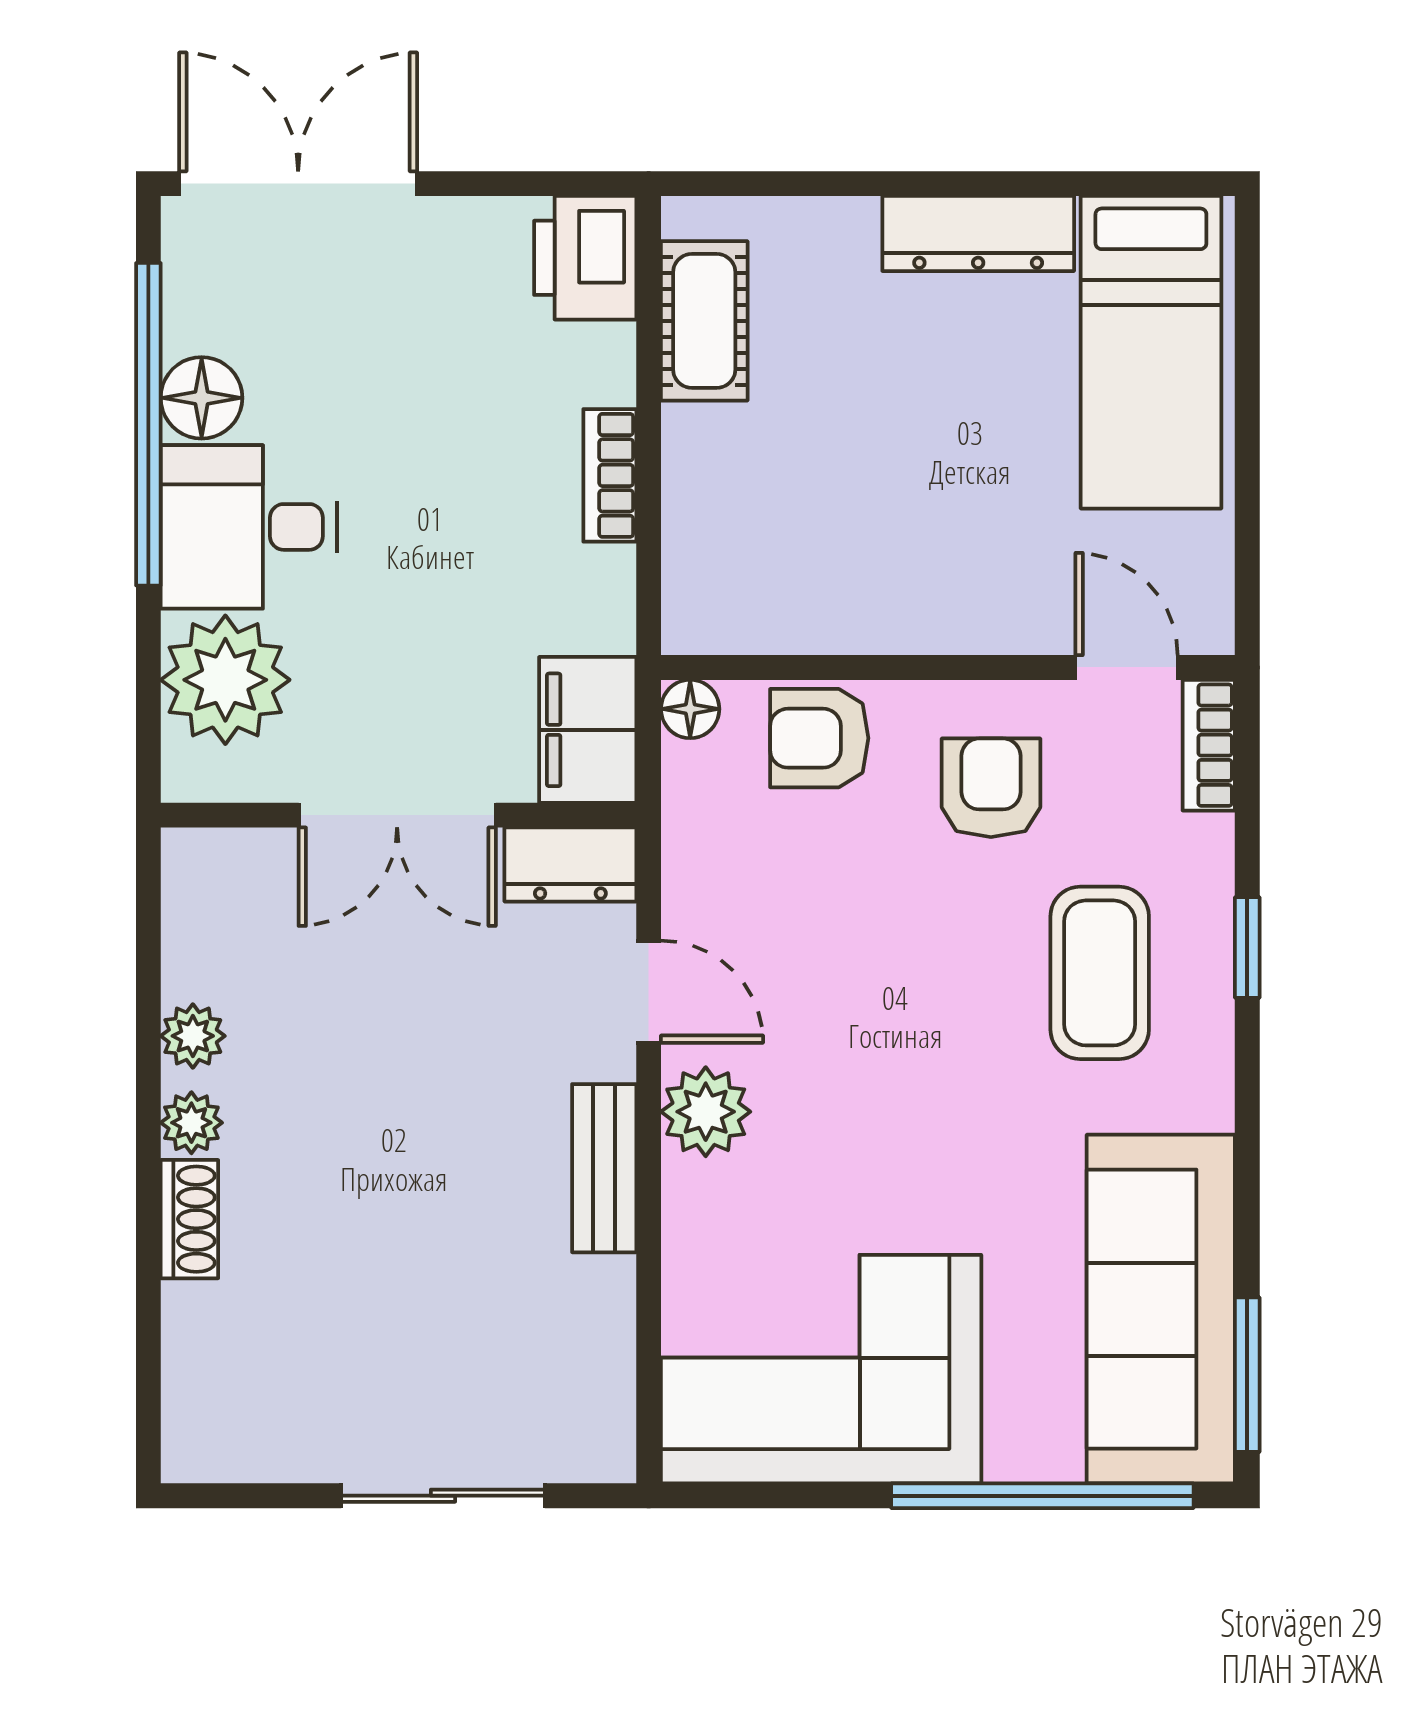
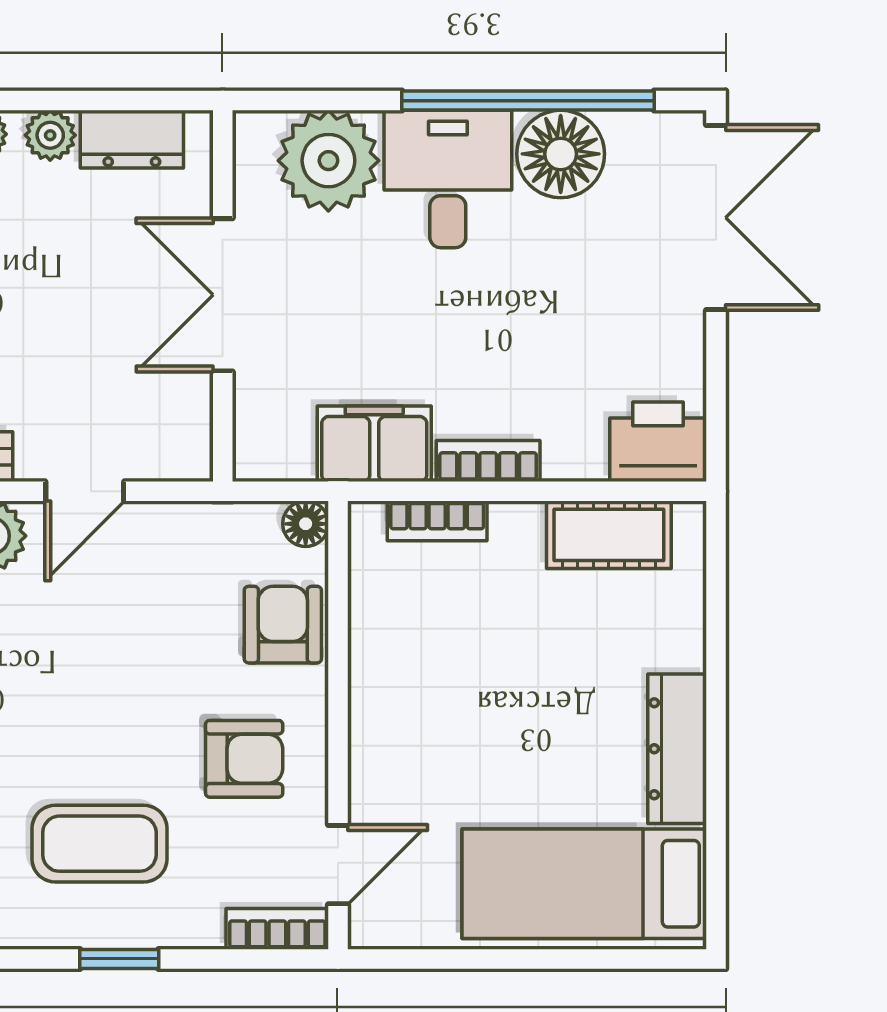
floor lamp: (202, 398) -> (561, 154), width x1.38, depth x1.38
bookcase: (686, 541) -> (437, 521), added
filing cabinet: (588, 730) -> (374, 444), moved
dresser: (570, 864) -> (132, 139), moved, turned -90

